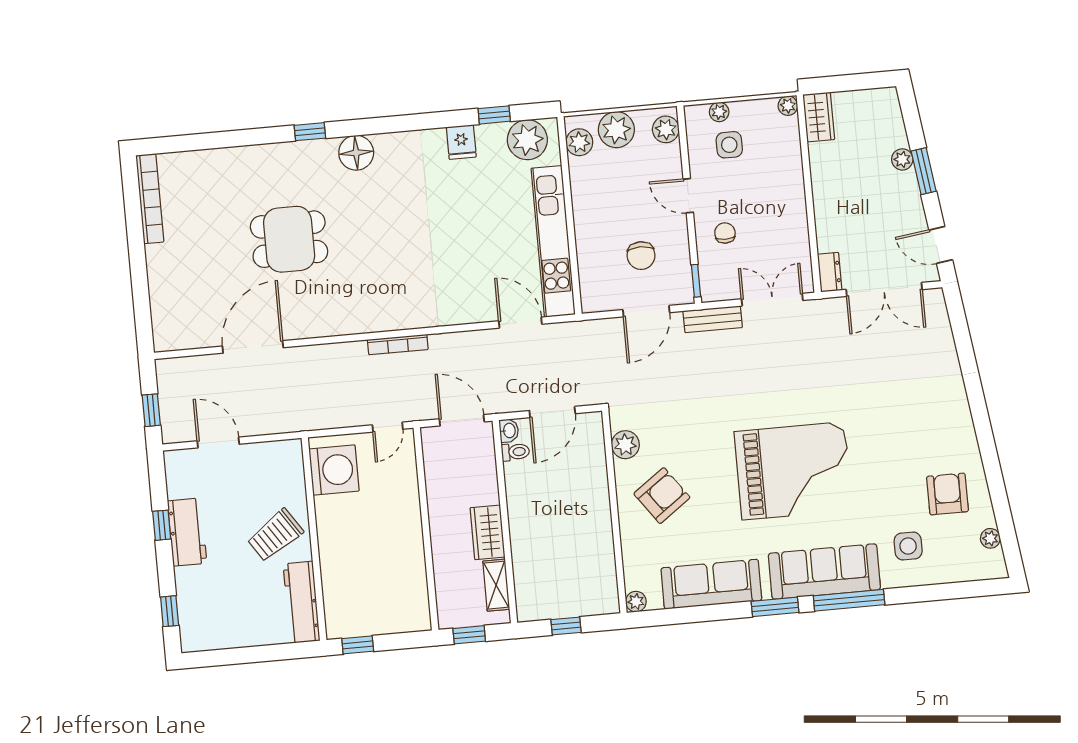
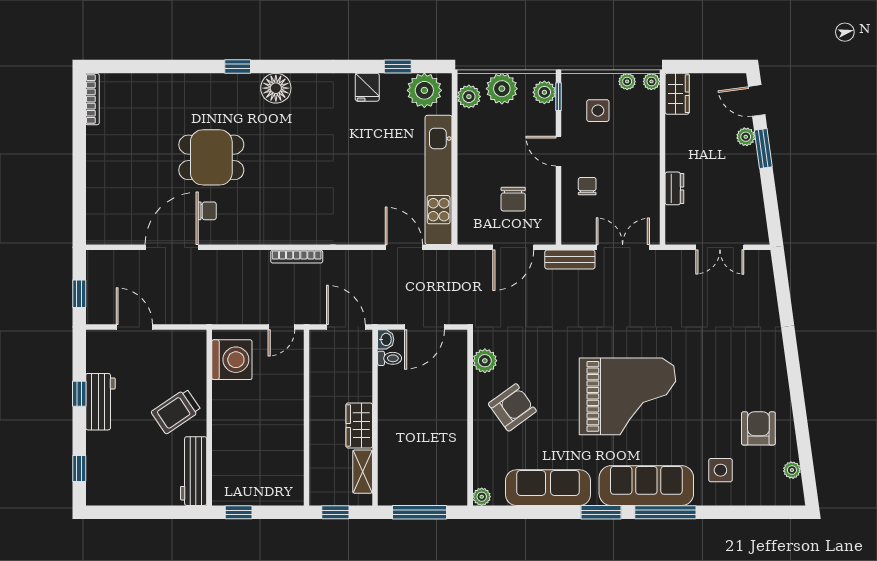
plant: (719, 112) -> (627, 81), moved
bookcase: (150, 199) -> (92, 99), width x0.68, depth x0.76
door: (941, 245) -> (757, 101), moved
dresser: (830, 272) -> (674, 188), moved
window: (696, 281) -> (559, 97), moved
double door: (884, 289) -> (720, 247), width x0.73
chair: (290, 301) -> (207, 211), added
window: (566, 626) -> (420, 512), width x2.17

